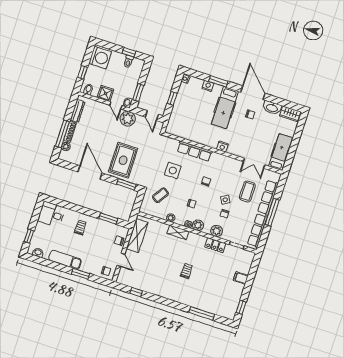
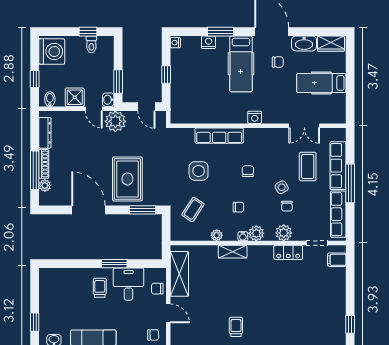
hospital bed: (280, 152) -> (321, 83), moved, turned -90
desk: (51, 214) -> (129, 284), moved, turned 90
window: (108, 219) -> (114, 264), moved
trolley: (186, 271) -> (236, 327), moved
filing cabinet: (241, 278) -> (337, 260), moved

